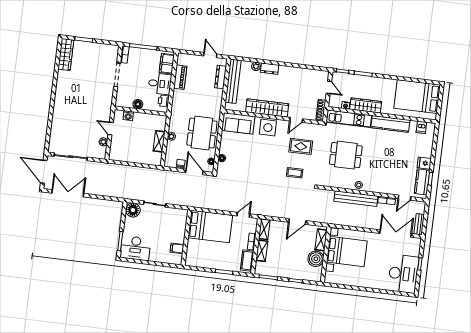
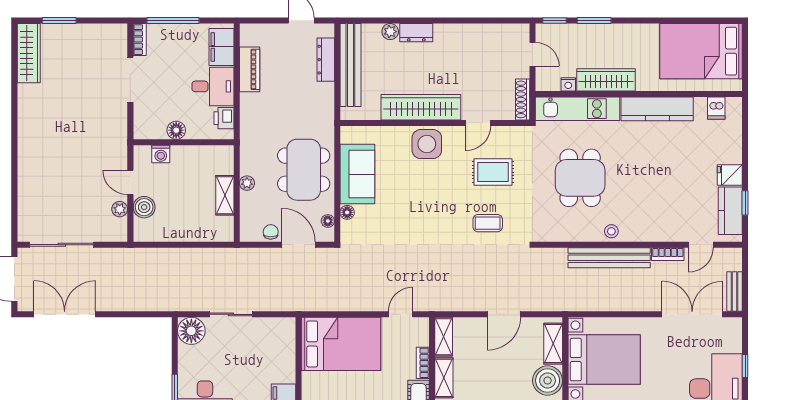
sofa: (238, 123) -> (357, 174), moved, turned -90
boiler: (116, 142) -> (144, 207), added
dining table: (346, 155) -> (580, 178), turned 90

